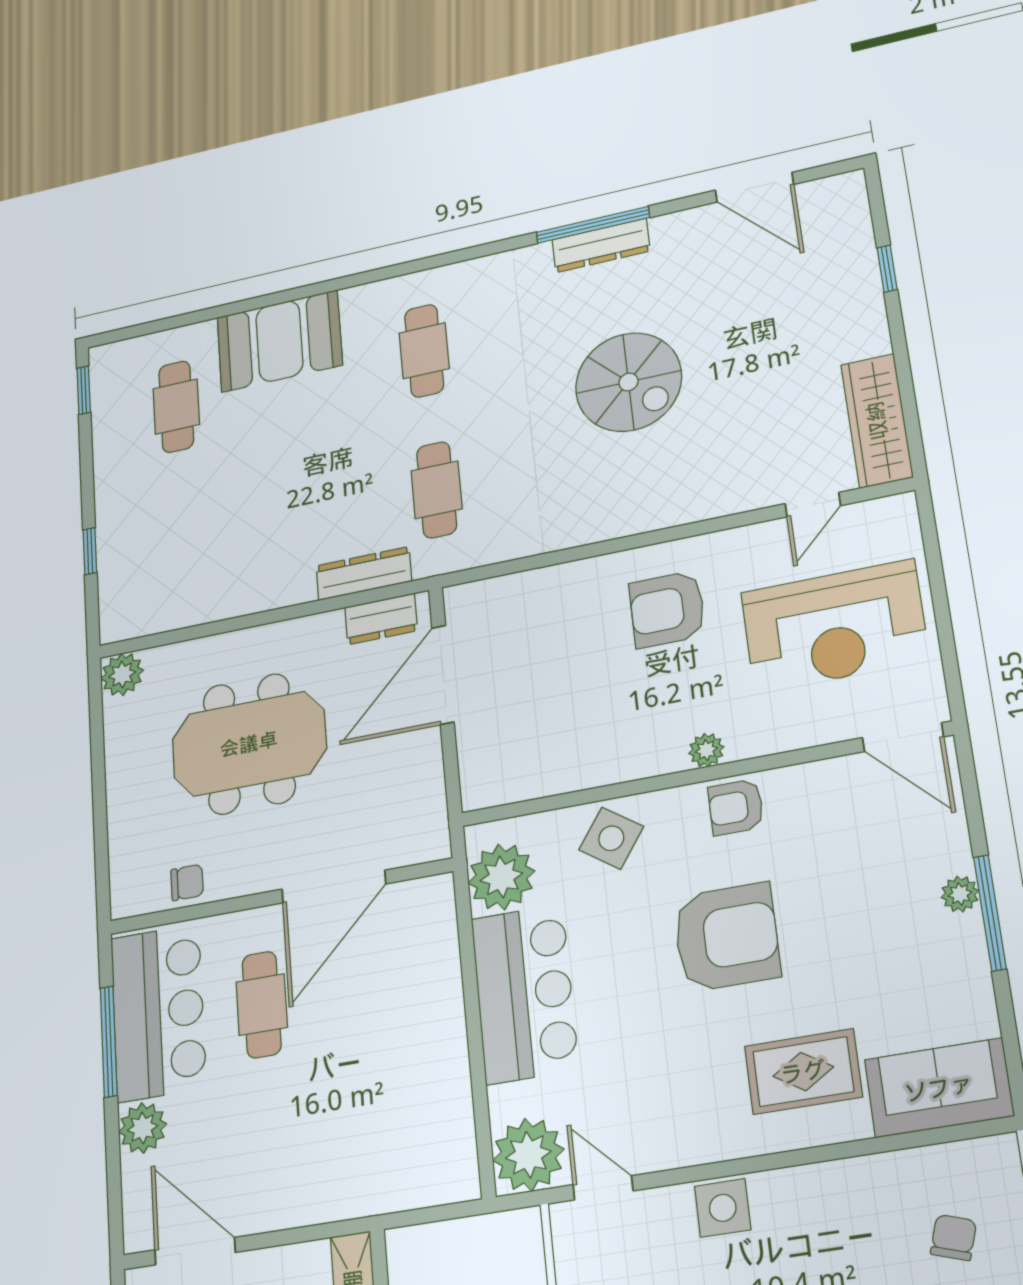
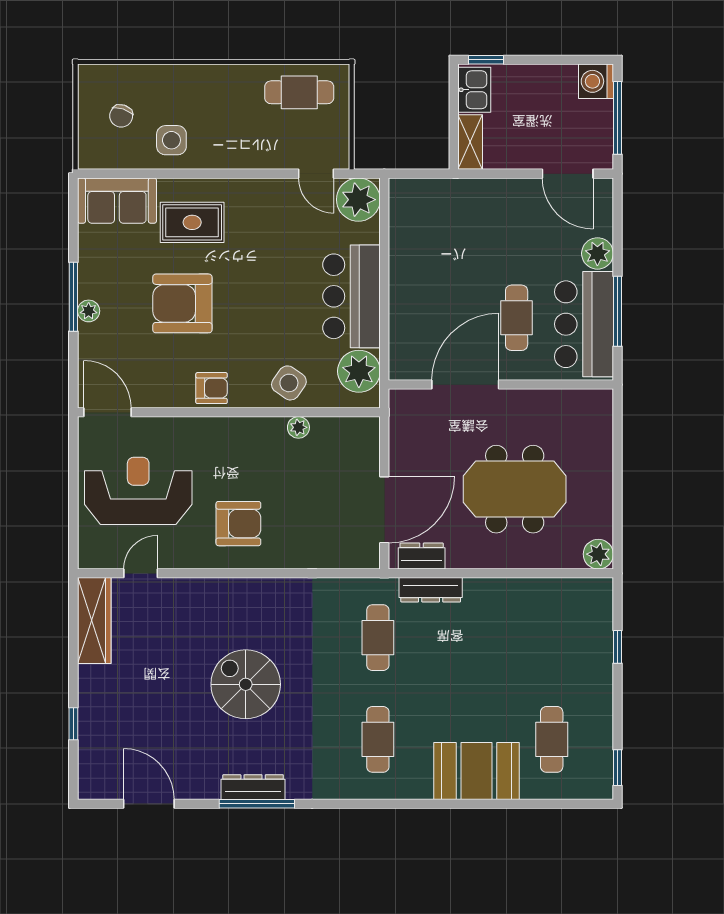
plant: (706, 750) -> (298, 427), moved
chair: (187, 882) -> (561, 405), removed
armchair: (727, 937) -> (182, 303), moved
side table: (723, 1208) -> (171, 140), moved

